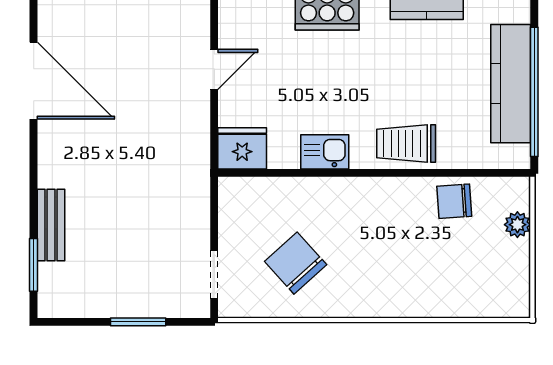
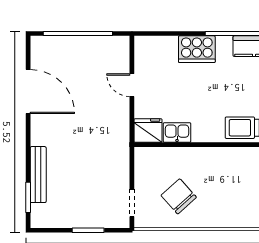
door: (214, 69) -> (132, 85), swing flipped
kitchen sink: (325, 152) -> (177, 133), moved
bench: (51, 225) -> (38, 175), width x1.36

